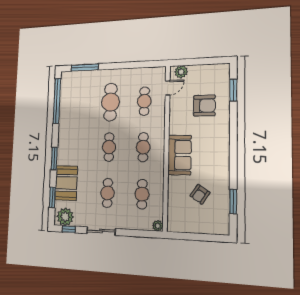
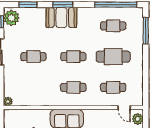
booth: (66, 183) -> (61, 17), moved
cafe table: (142, 194) -> (113, 26), moved

